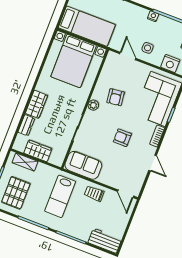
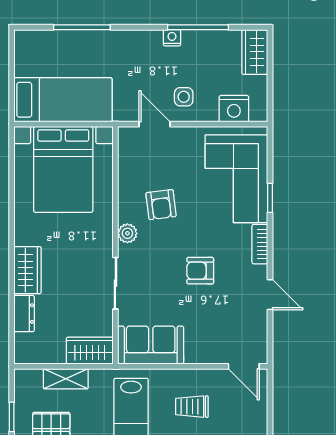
wardrobe: (38, 151) -> (90, 351), moved
shelving: (25, 162) -> (66, 379), moved
trolley: (94, 194) -> (192, 407), moved

